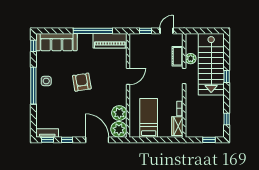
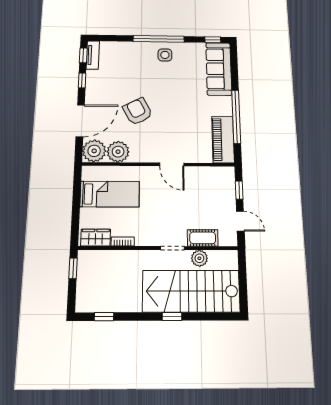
armchair: (82, 82) -> (138, 111), moved, turned -109
window: (209, 140) -> (73, 268), moved

